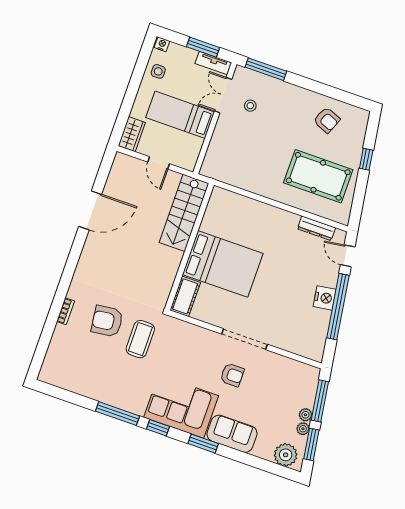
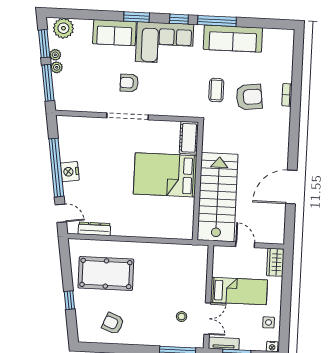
stairs: (184, 213) -> (218, 197), width x1.36, depth x1.51
coffee table: (140, 339) -> (216, 90), width x0.73, depth x0.77
sofa: (106, 389) -> (233, 39), added

